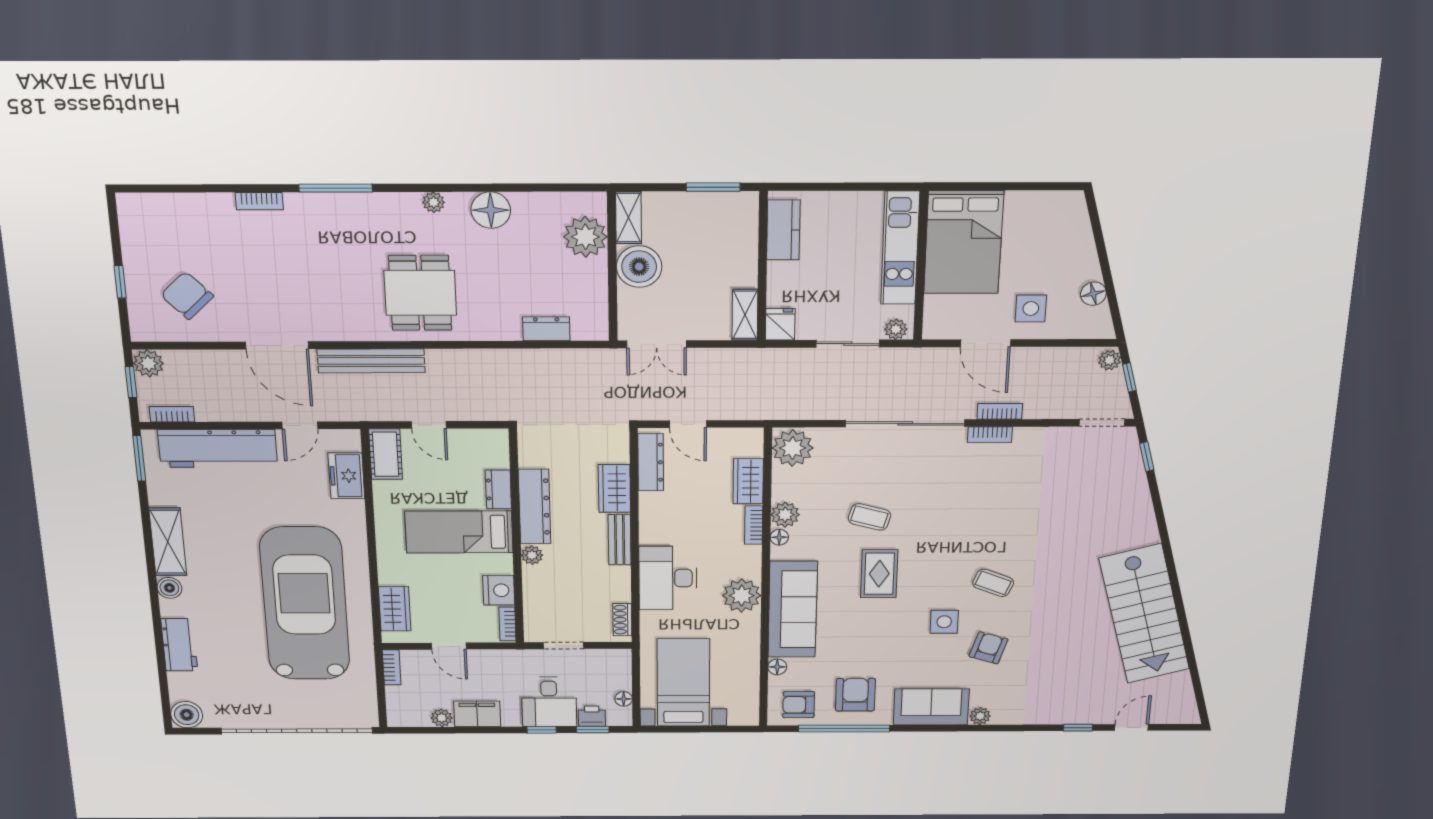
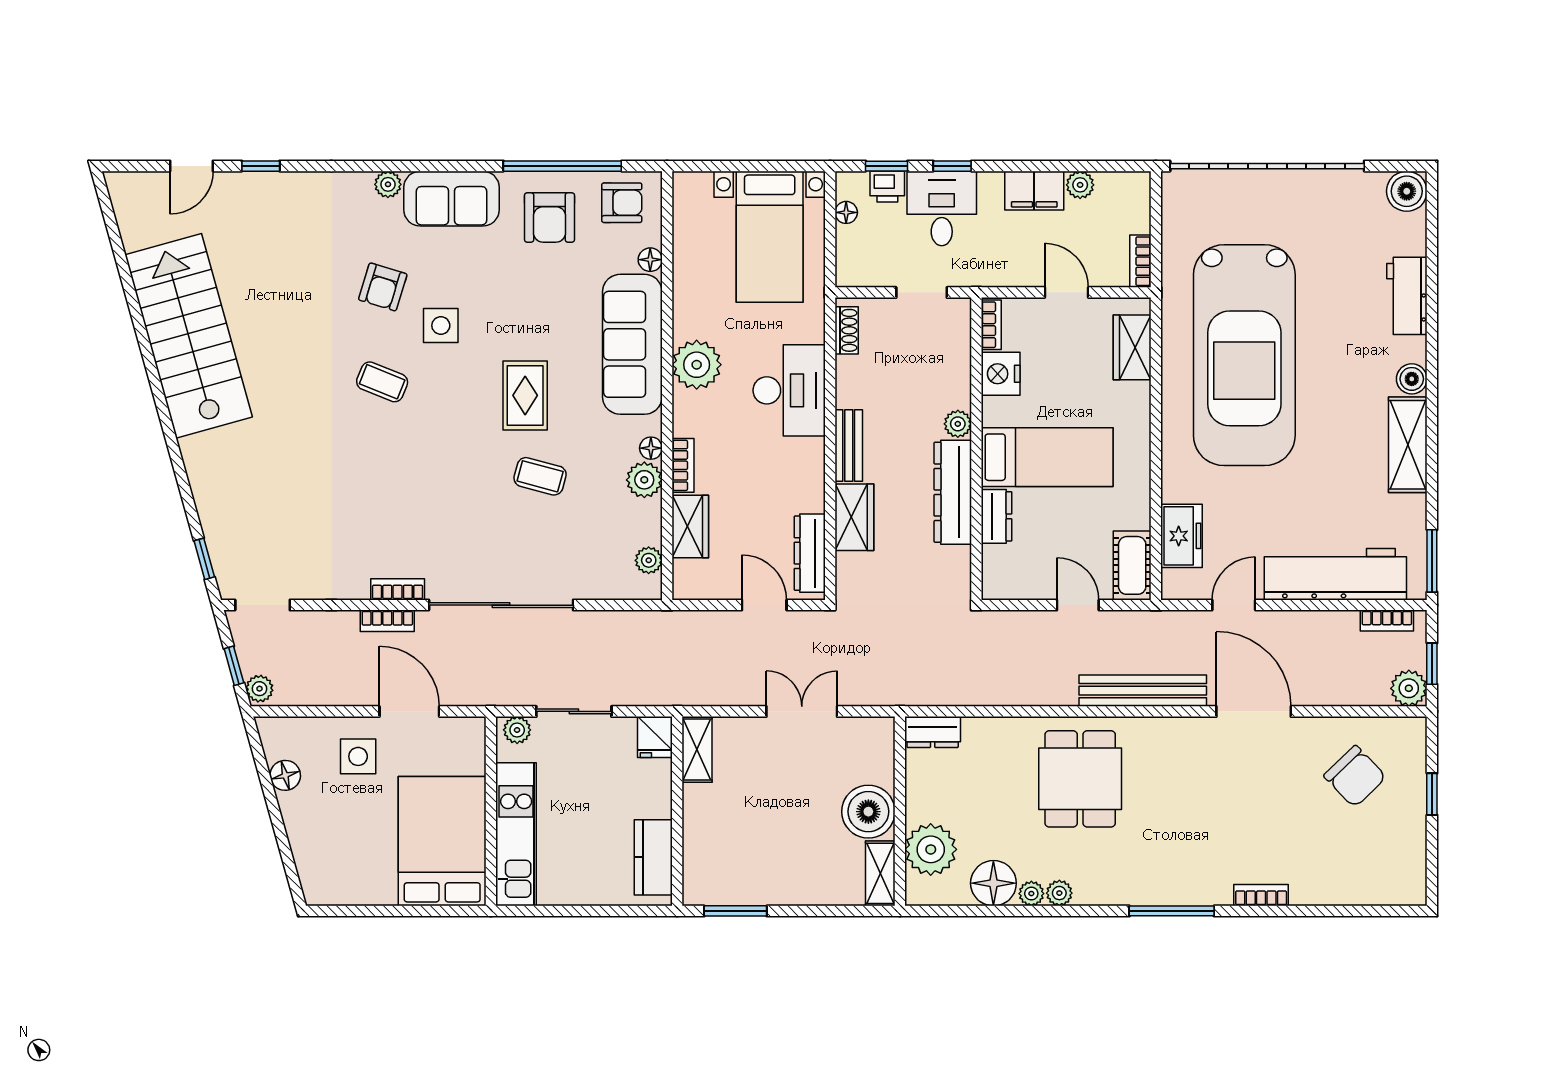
plant: (458, 202) -> (1031, 894), added
shelving: (628, 218) -> (880, 873), moved
plant: (585, 237) -> (931, 849), moved
wall: (612, 267) -> (900, 811), moved
boiler: (639, 267) -> (868, 812), moved
plant: (793, 448) -> (649, 560), width x0.53, depth x0.53

